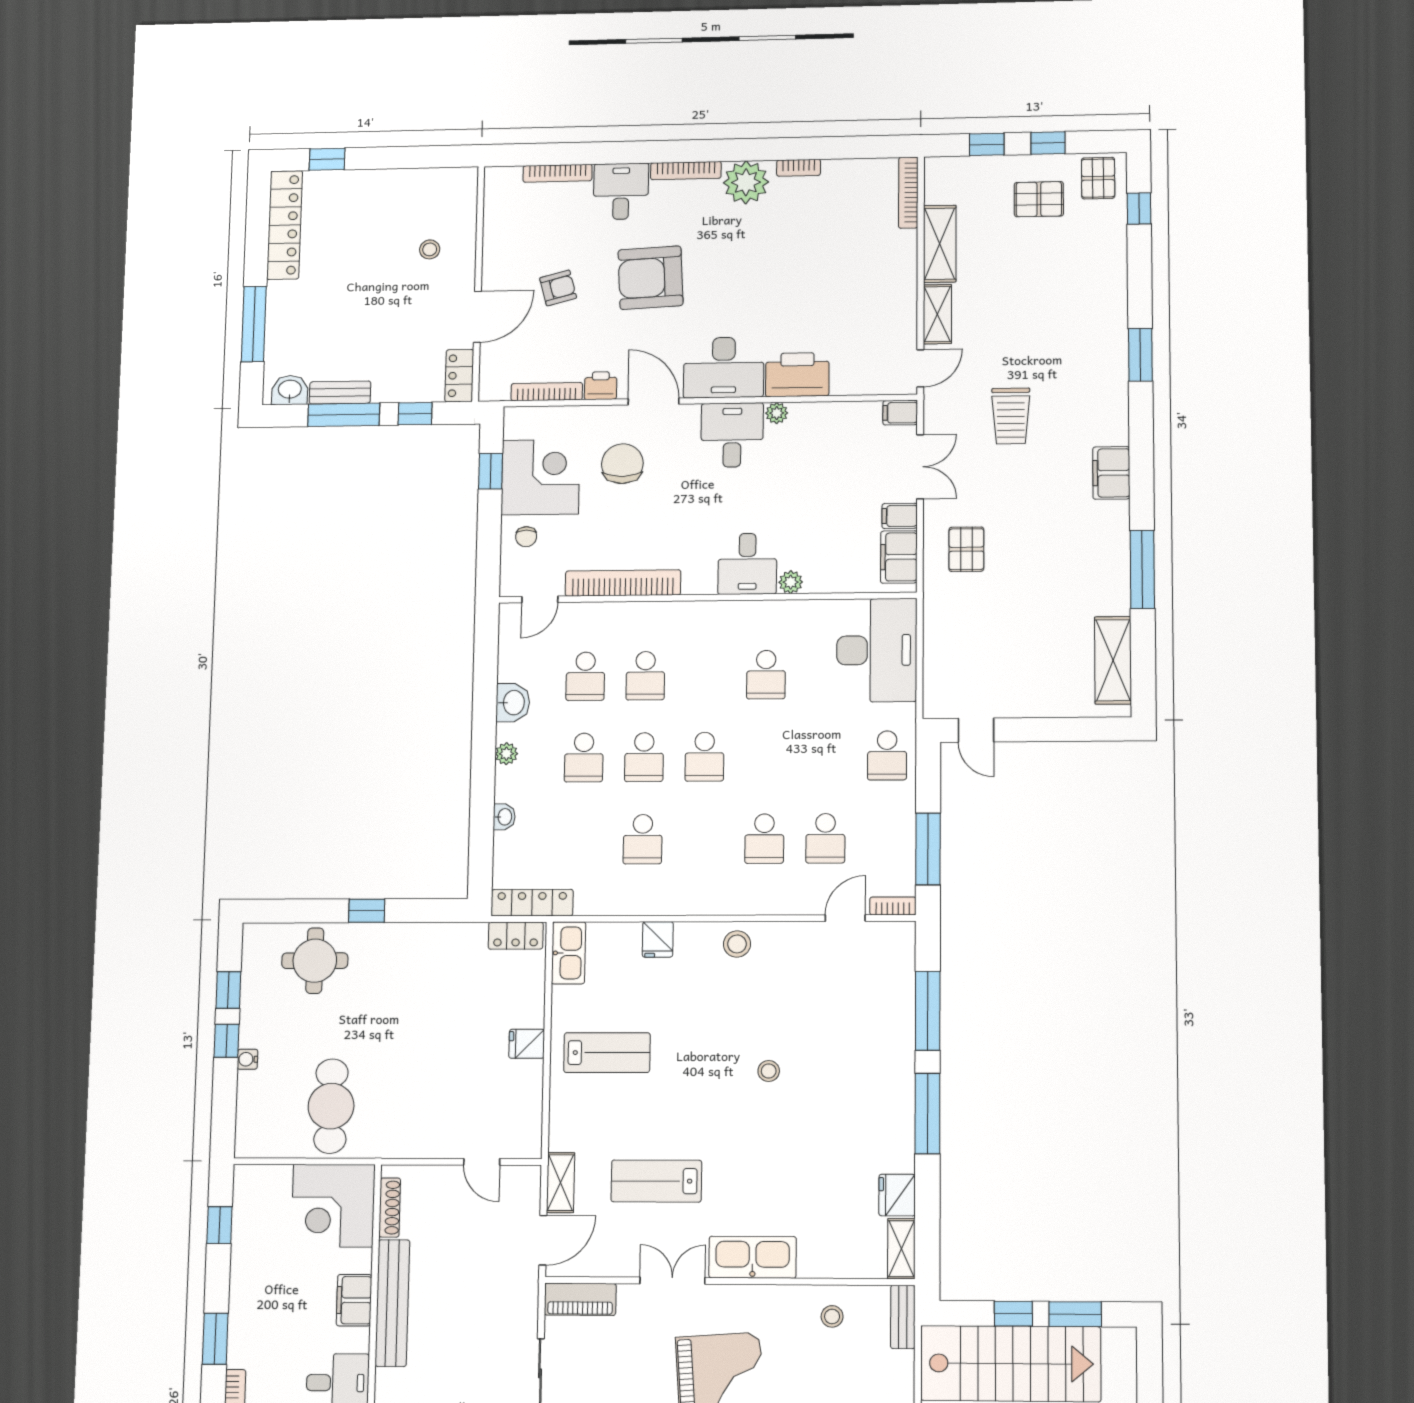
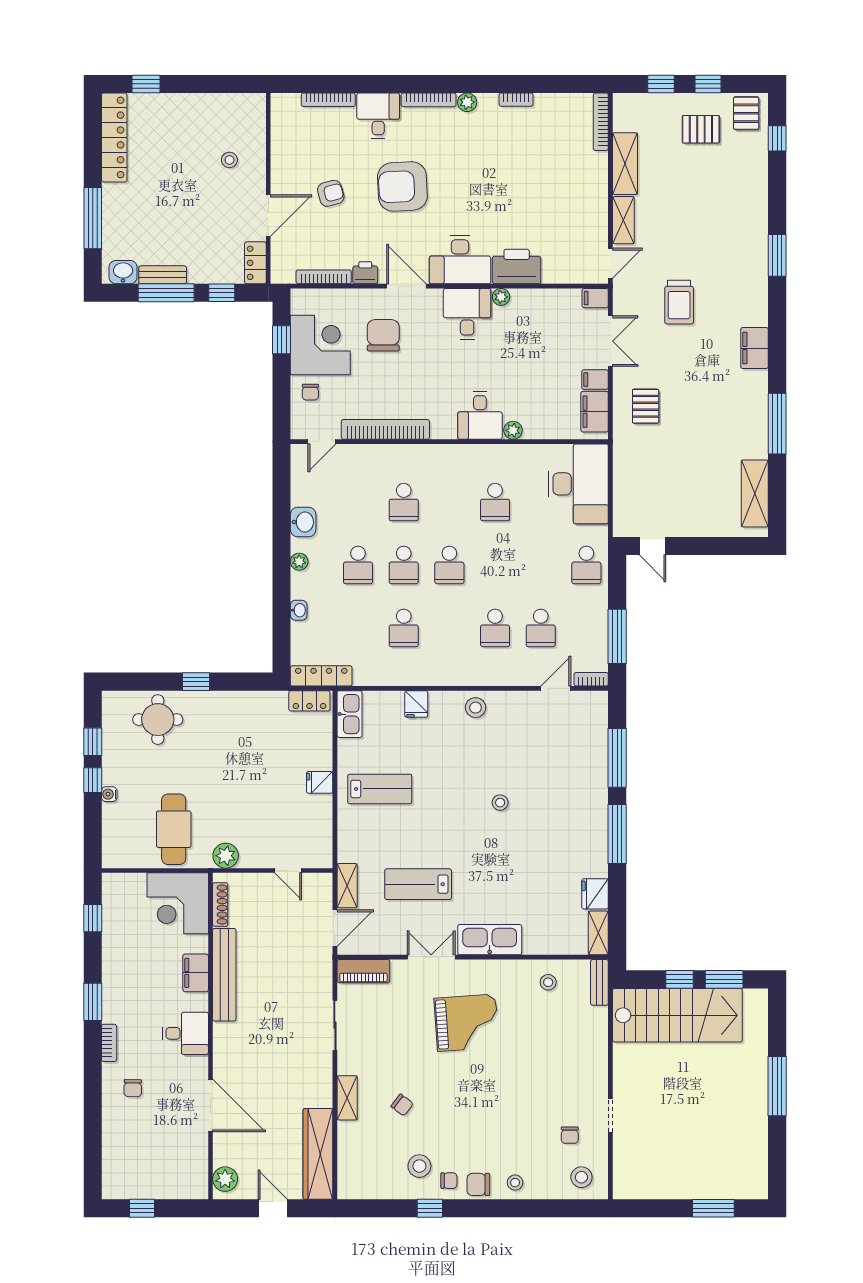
plant: (746, 182) -> (467, 102), width x0.53, depth x0.53
school desk: (585, 676) -> (358, 502), removed
plant: (399, 1142) -> (226, 856), added

